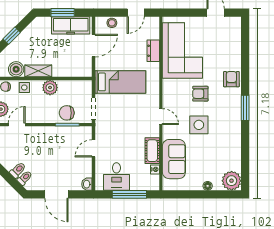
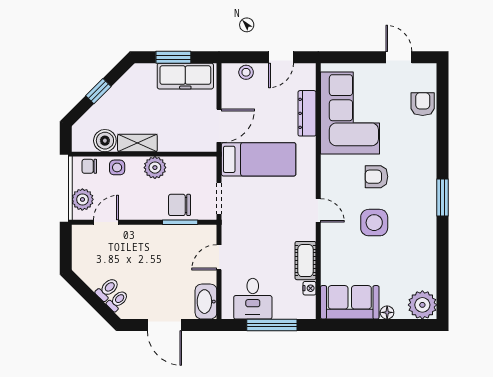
door: (94, 46) -> (219, 126), moved
dresser: (153, 51) -> (307, 113), width x1.44
armchair: (231, 79) -> (423, 104), moved
sofa: (174, 159) -> (350, 302), moved, turned -90
washbasin: (87, 184) -> (206, 302), width x1.91, depth x1.45

